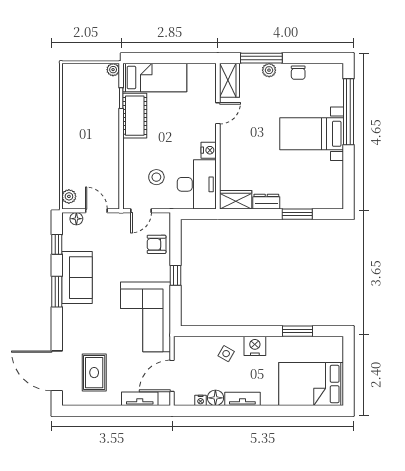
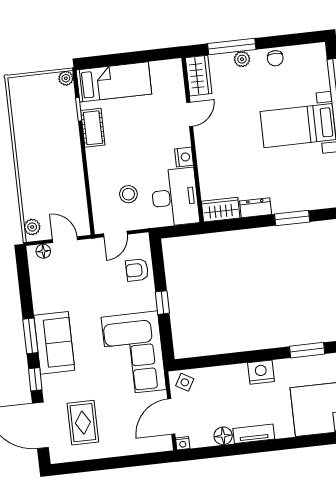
cot: (135, 116) -> (93, 128), width x0.73, depth x0.75
window: (57, 244) -> (35, 379), moved
sofa: (77, 278) -> (54, 343), moved
side table: (226, 354) -> (185, 382), moved
tv unit: (140, 399) -> (138, 446), removed
nightstand: (201, 400) -> (183, 443), moved

